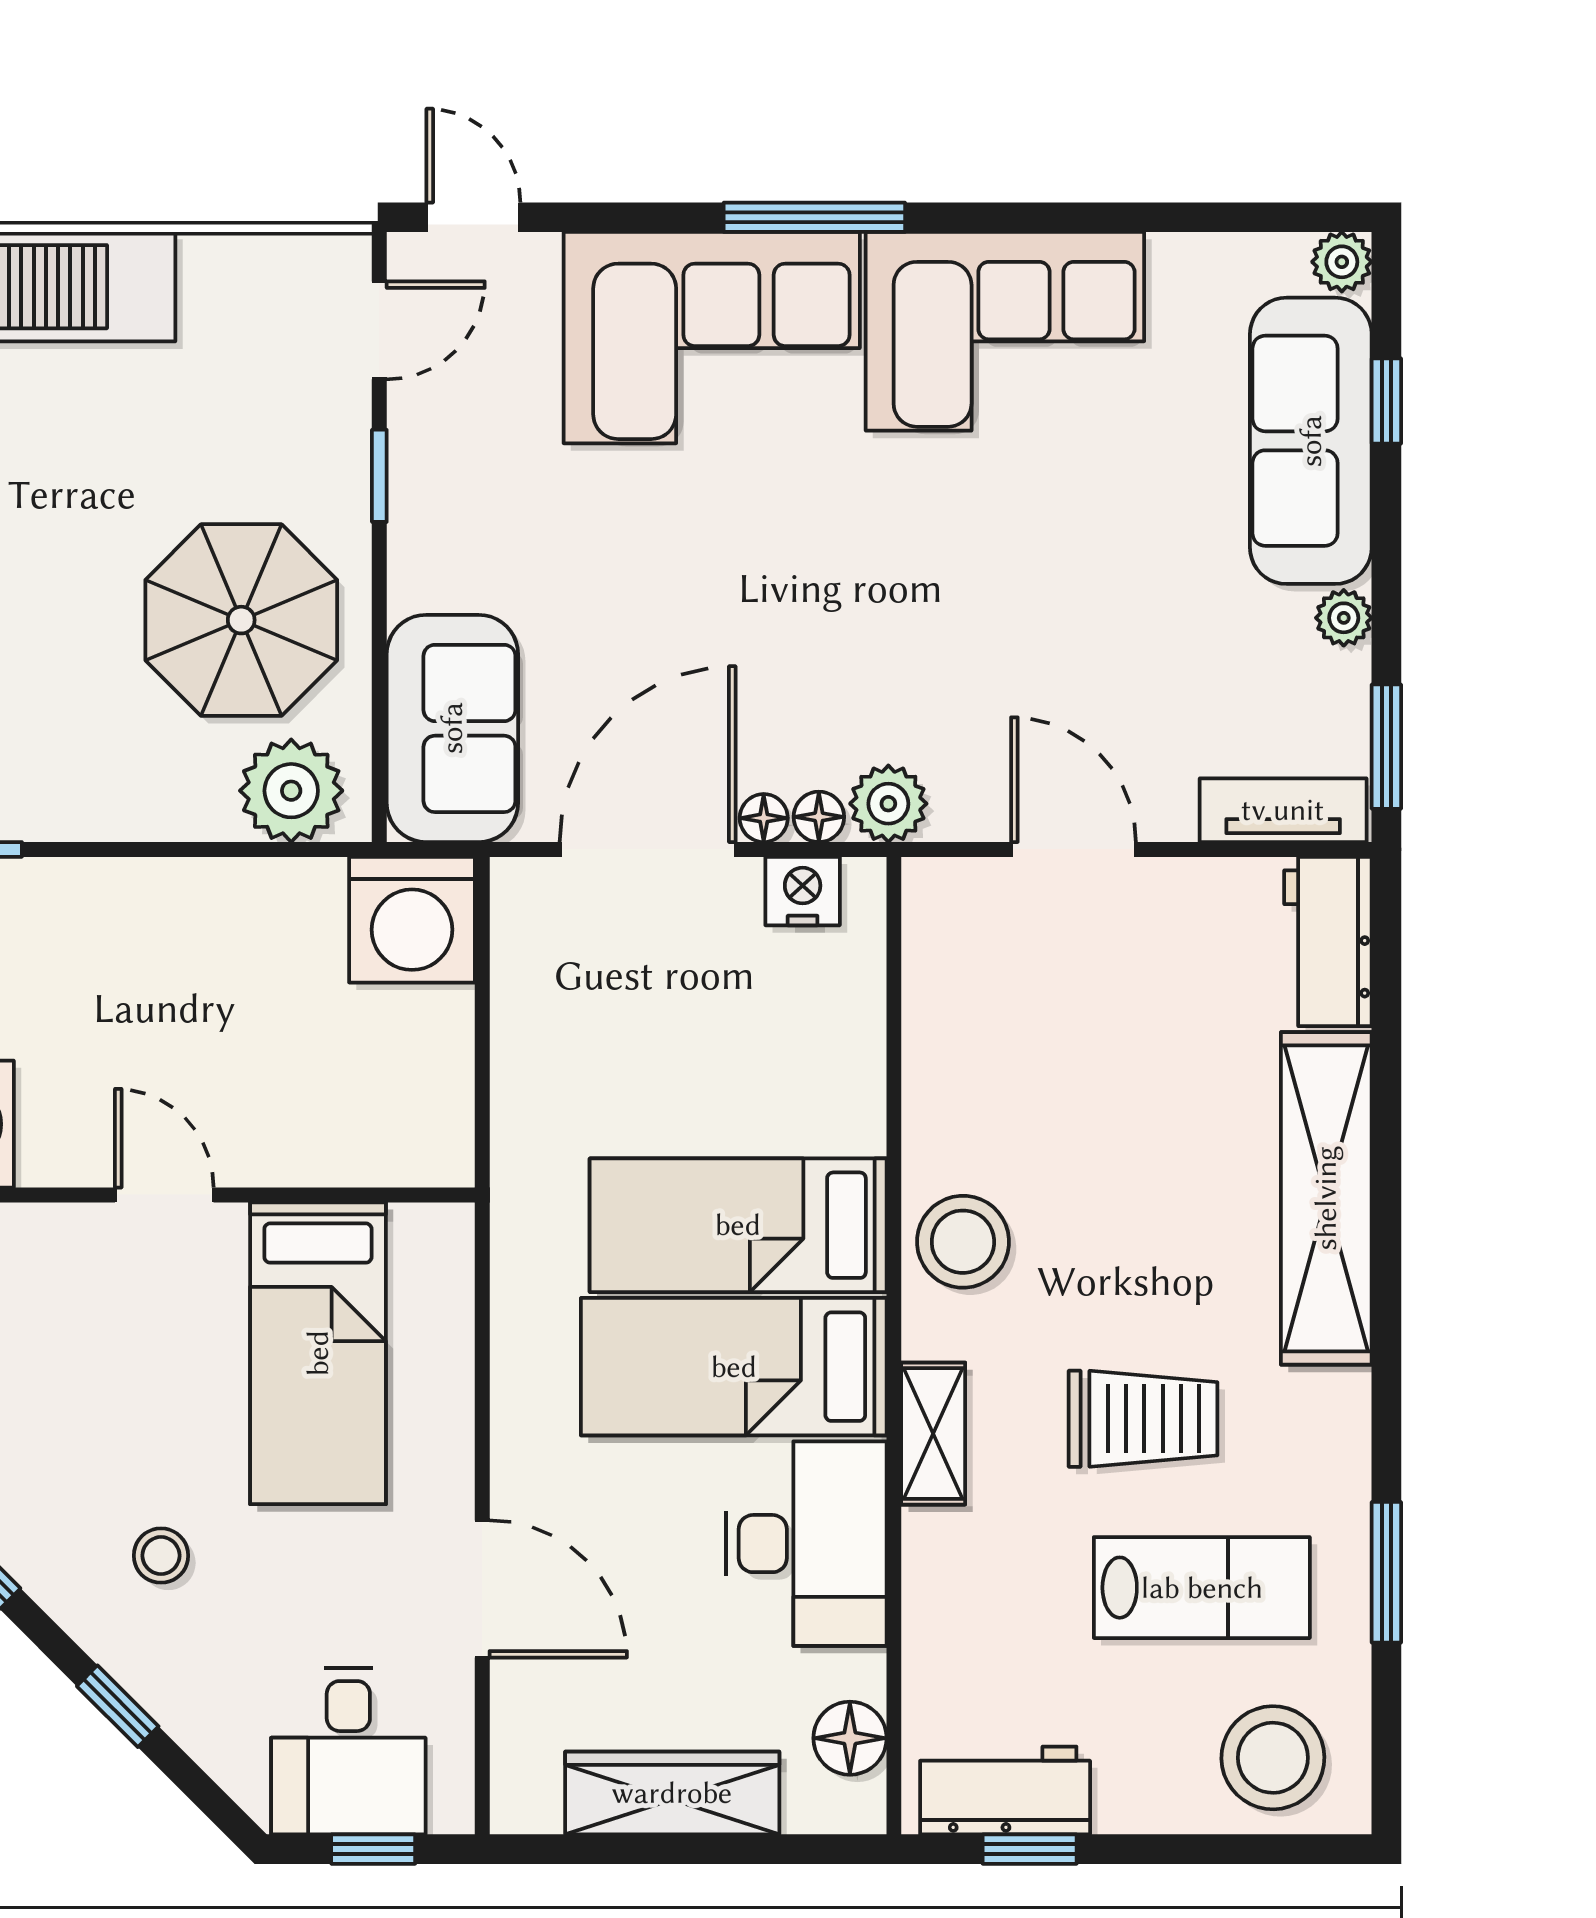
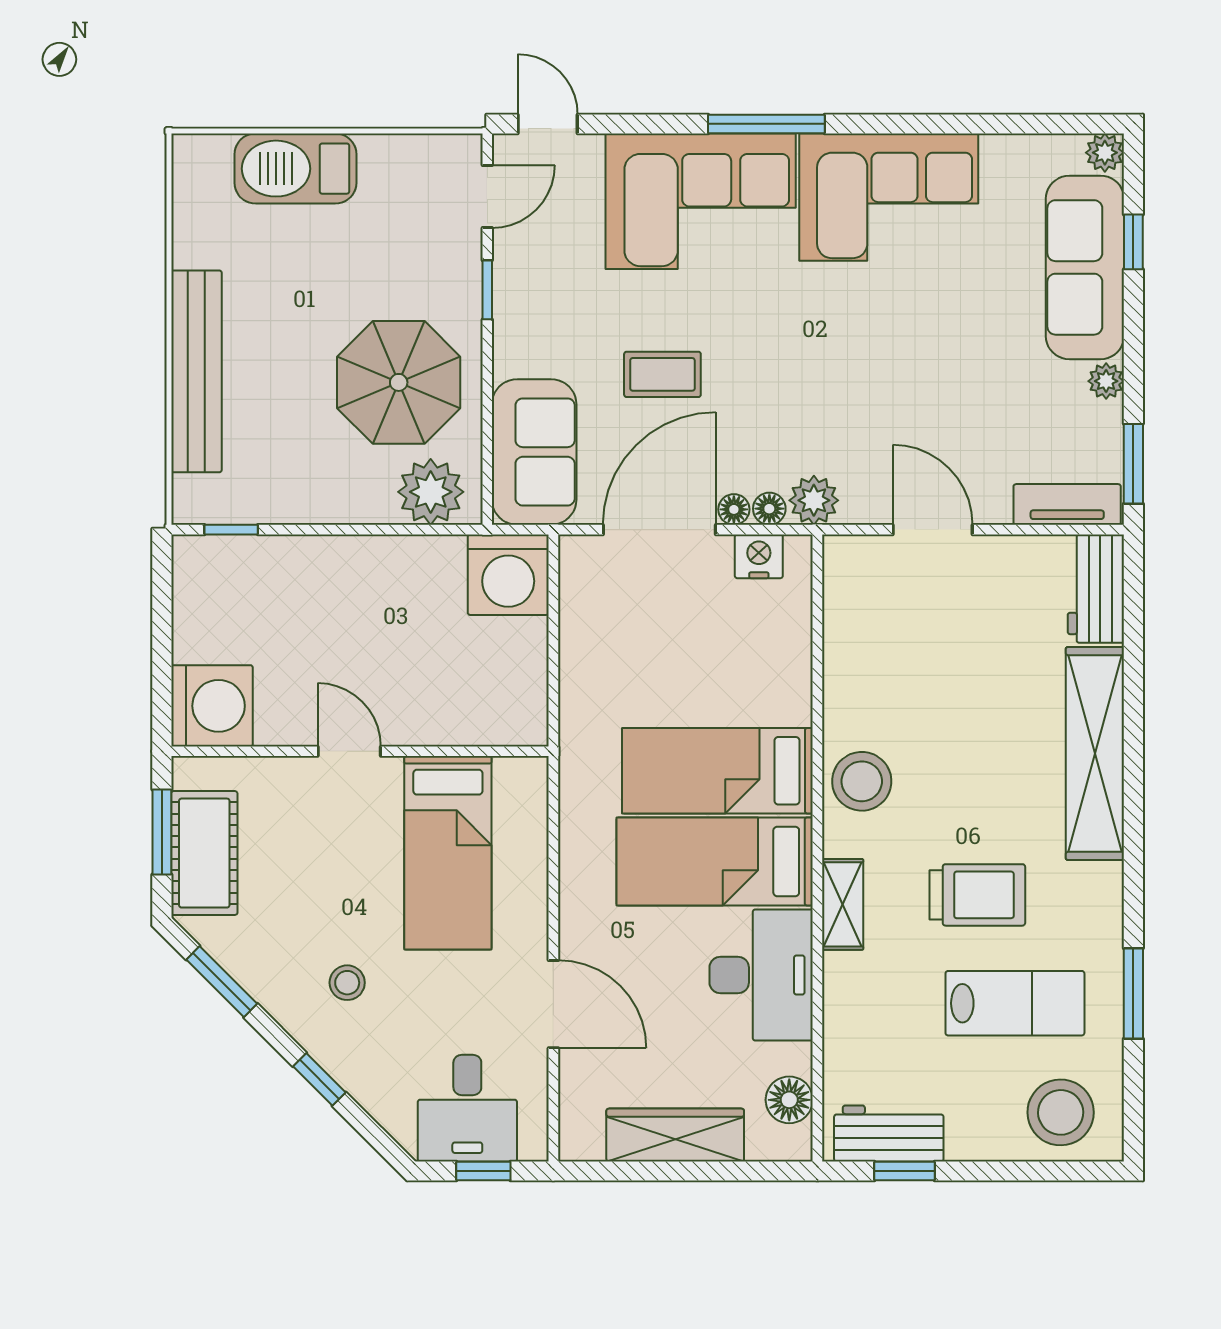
coffee table: (652, 607) -> (662, 374), added

